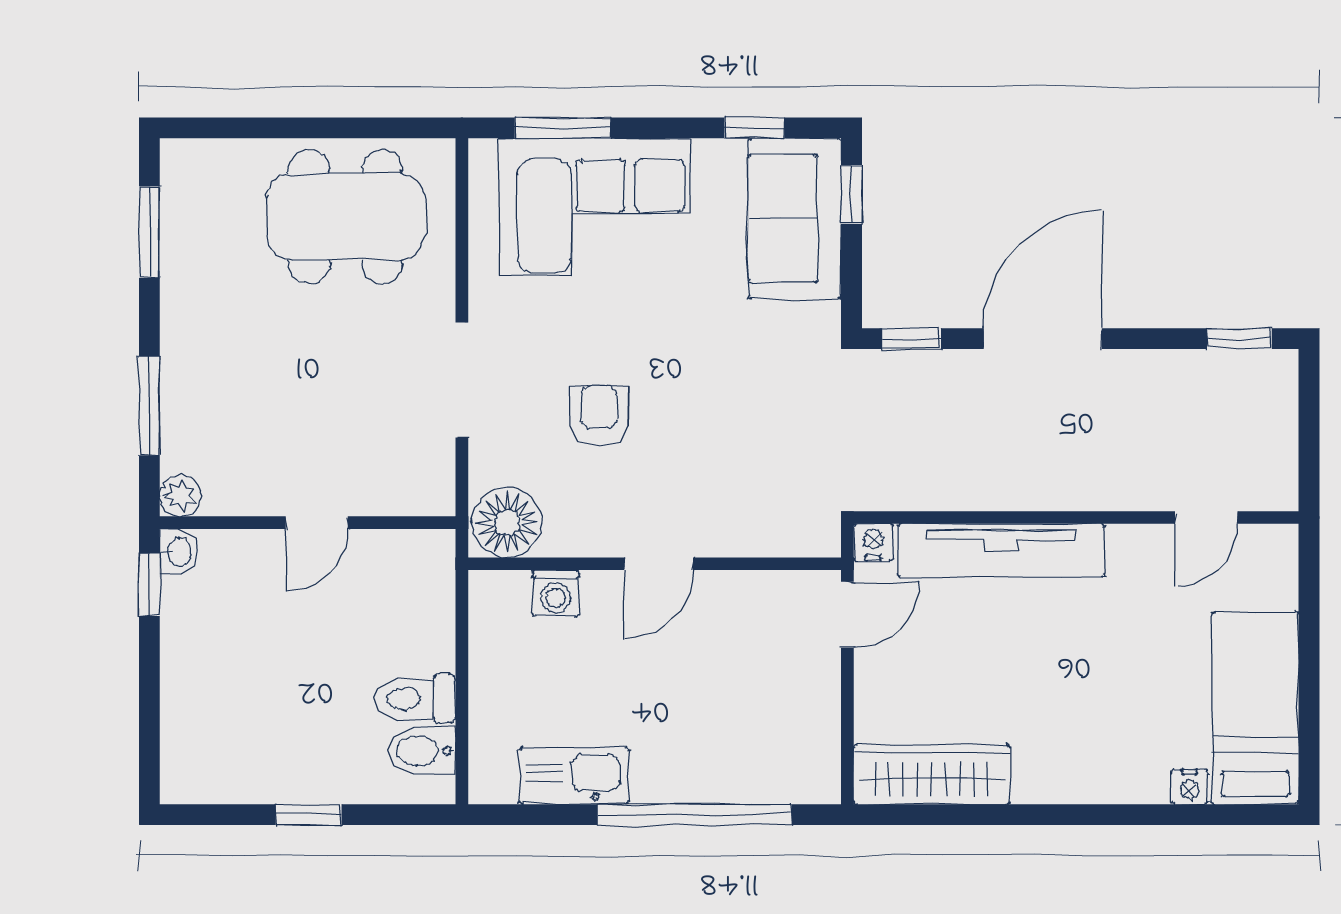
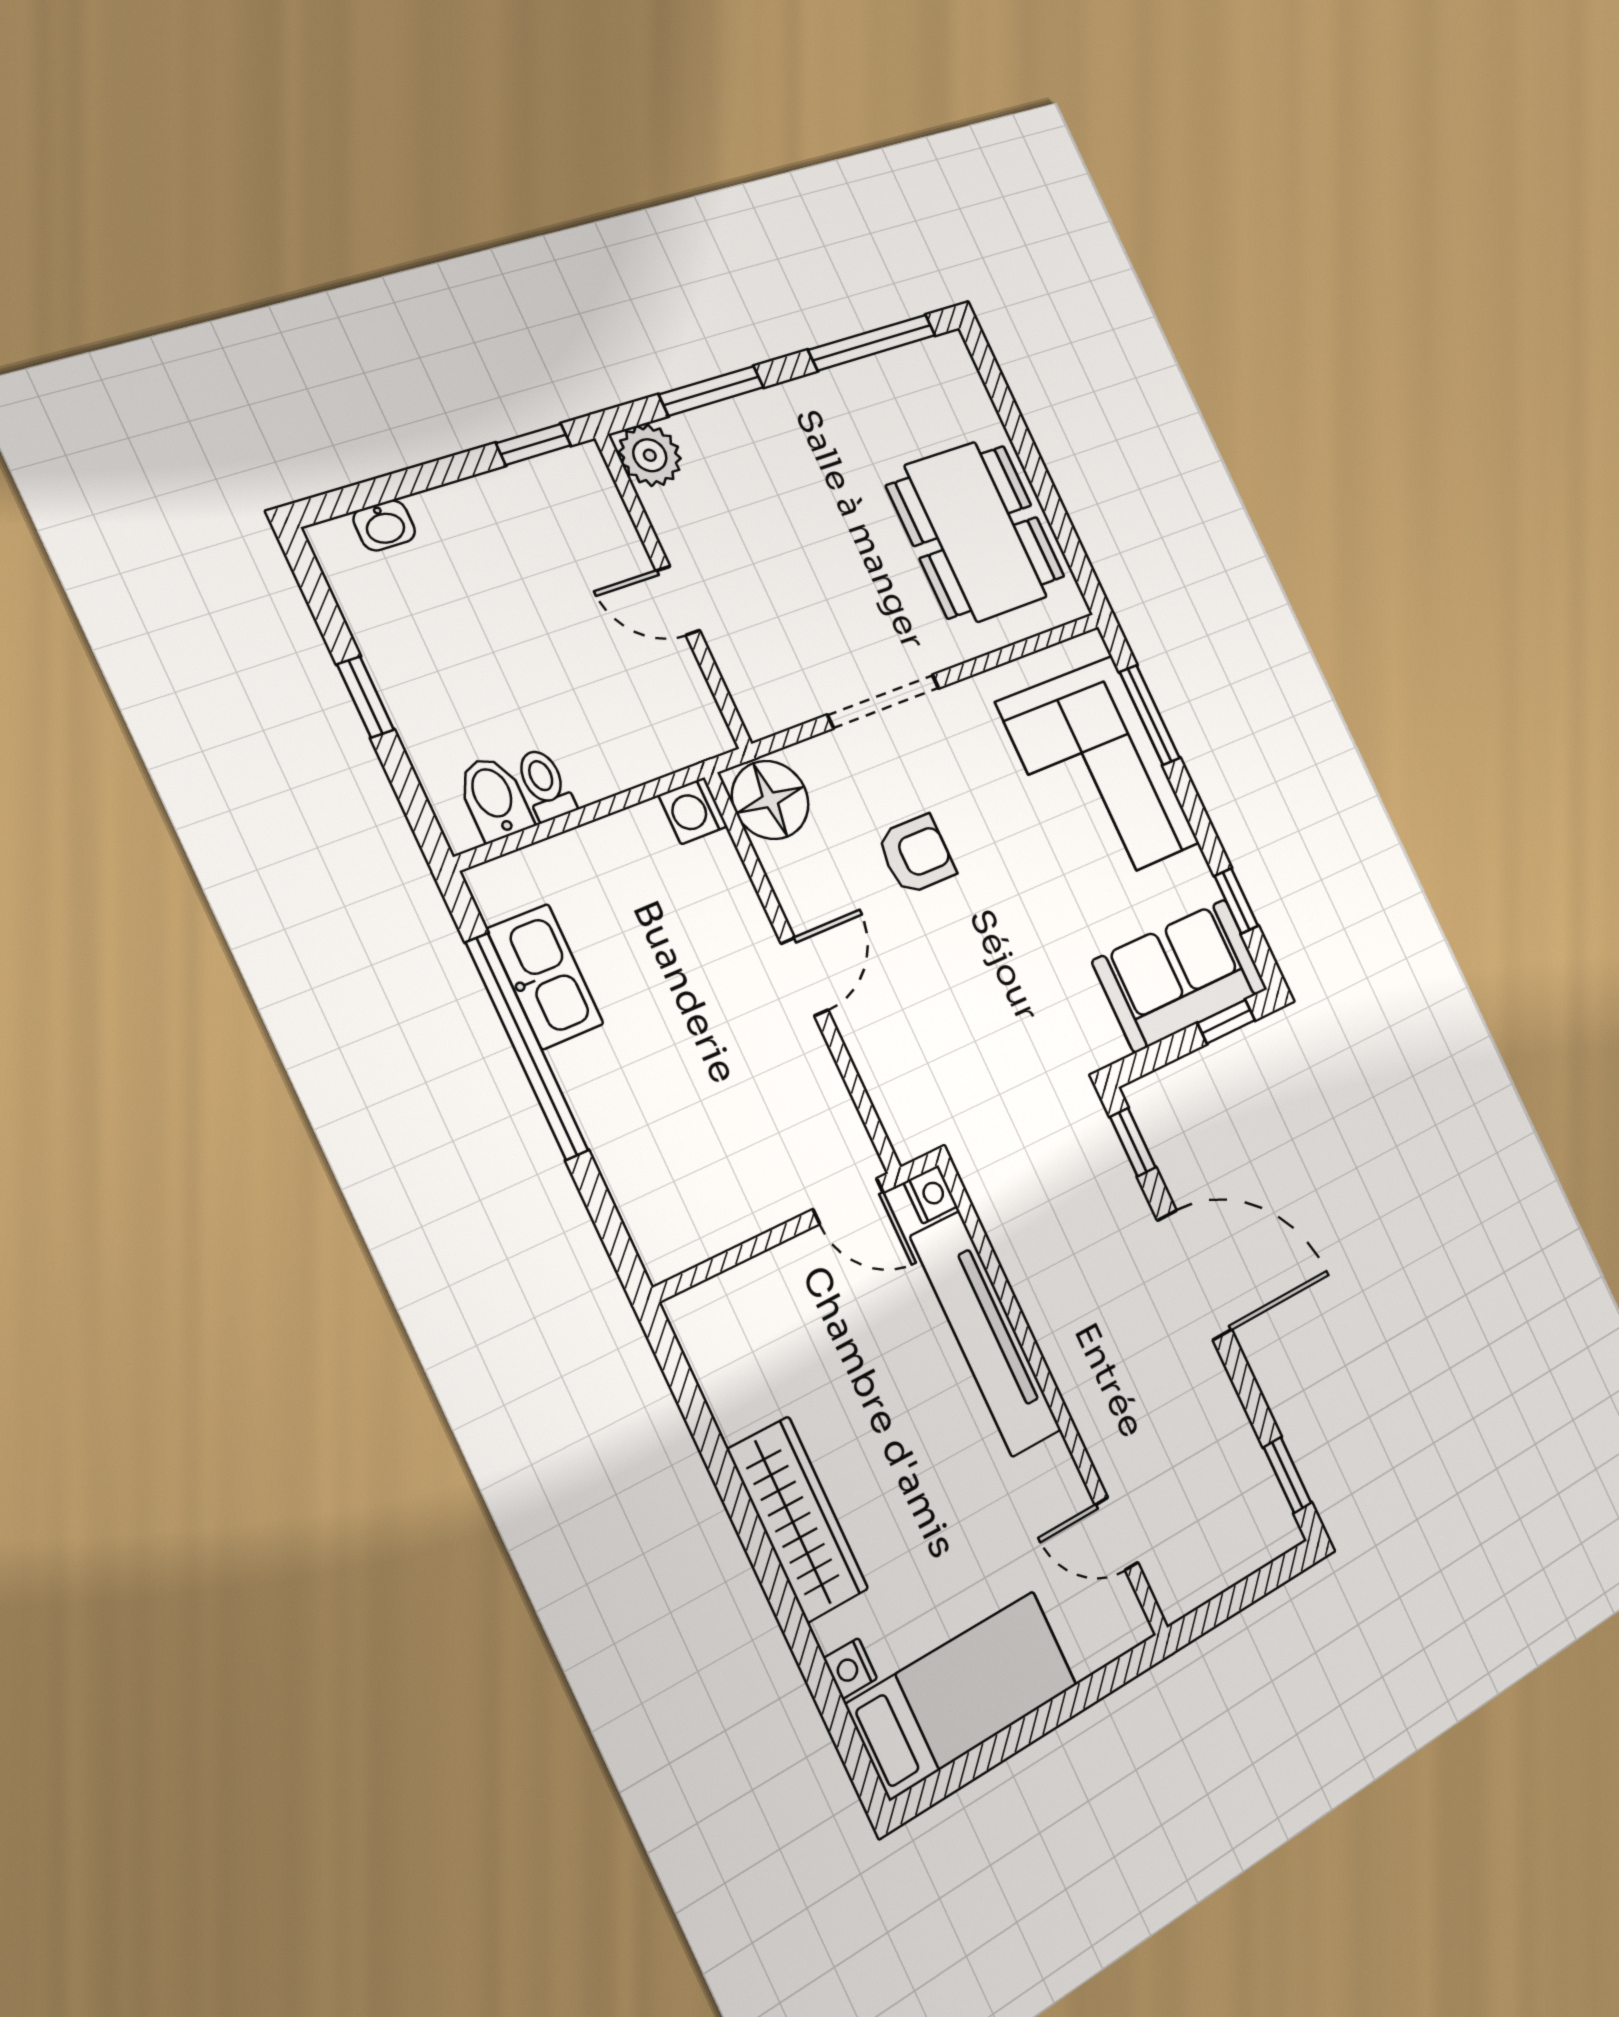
window: (149, 232) -> (872, 343), width x1.44
plant: (180, 496) -> (650, 455), width x1.38, depth x1.38
washbasin: (178, 552) -> (384, 525), moved
door: (659, 564) -> (805, 977), swing flipped
washing machine: (556, 593) -> (693, 811), moved
toilet: (415, 699) -> (545, 785), width x0.73, depth x0.72
wardrobe: (931, 774) -> (798, 1519), moved
window: (694, 815) -> (527, 1046), moved

